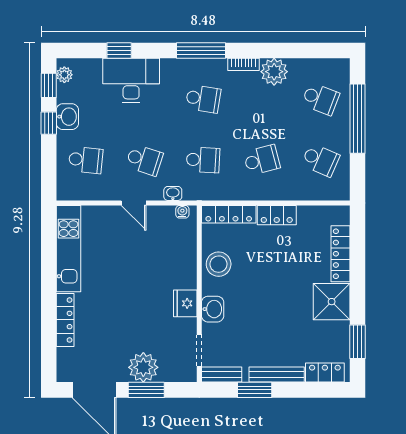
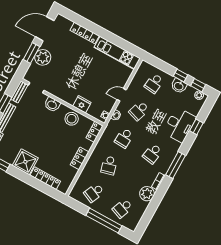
locker: (229, 214) -> (95, 132), width x0.66
fridge: (185, 303) -> (82, 104), moved

